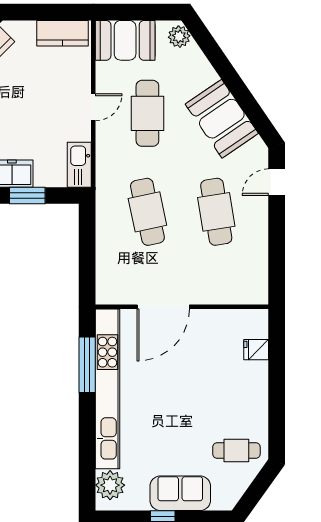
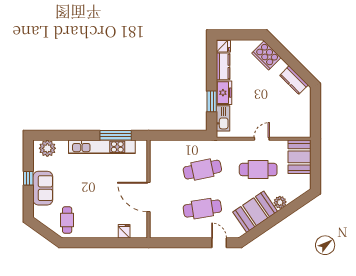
kitchen counter: (63, 33) -> (304, 121), removed
plant: (179, 37) -> (280, 202), moved
door: (93, 107) -> (262, 139), swing flipped
kitchen sink: (79, 165) -> (223, 118), moved, turned 90
door: (163, 307) -> (149, 197), moved
kitchen unit: (107, 389) -> (102, 147), width x0.73

